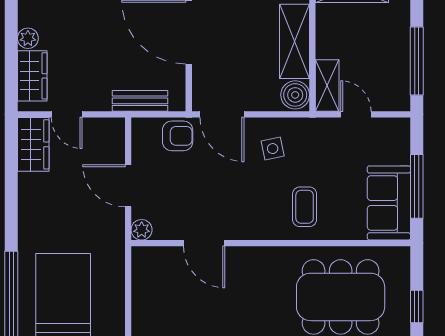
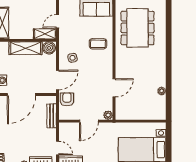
door: (67, 114) -> (58, 148), hinge flipped

